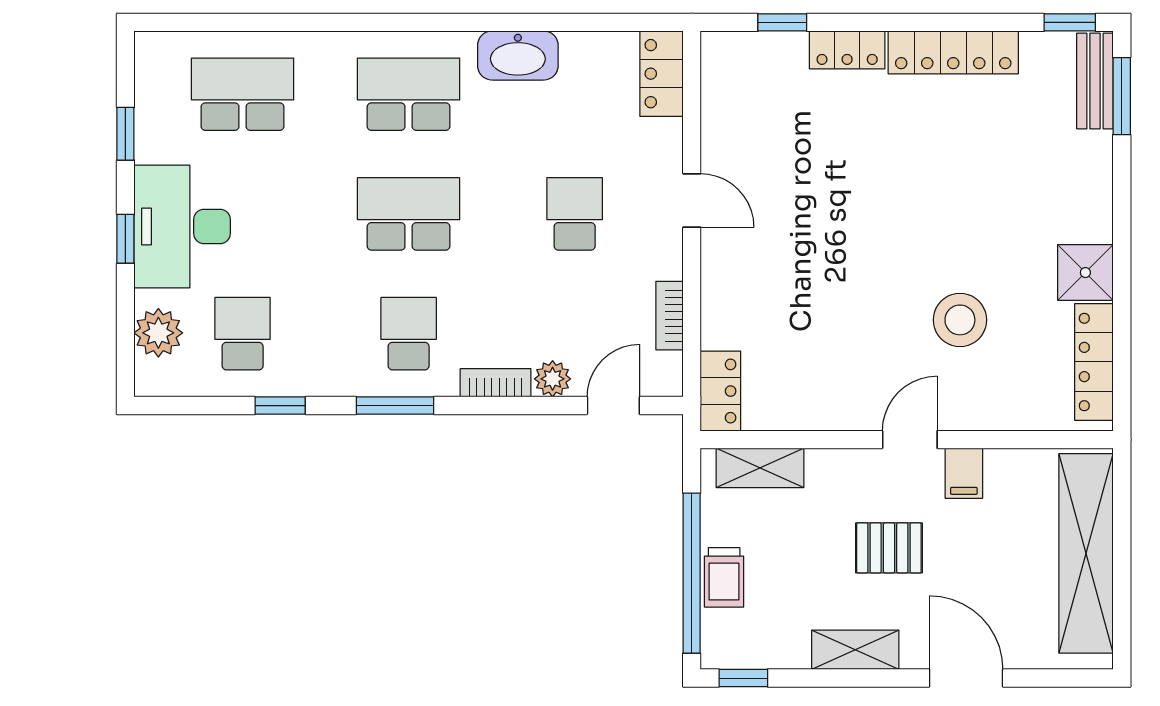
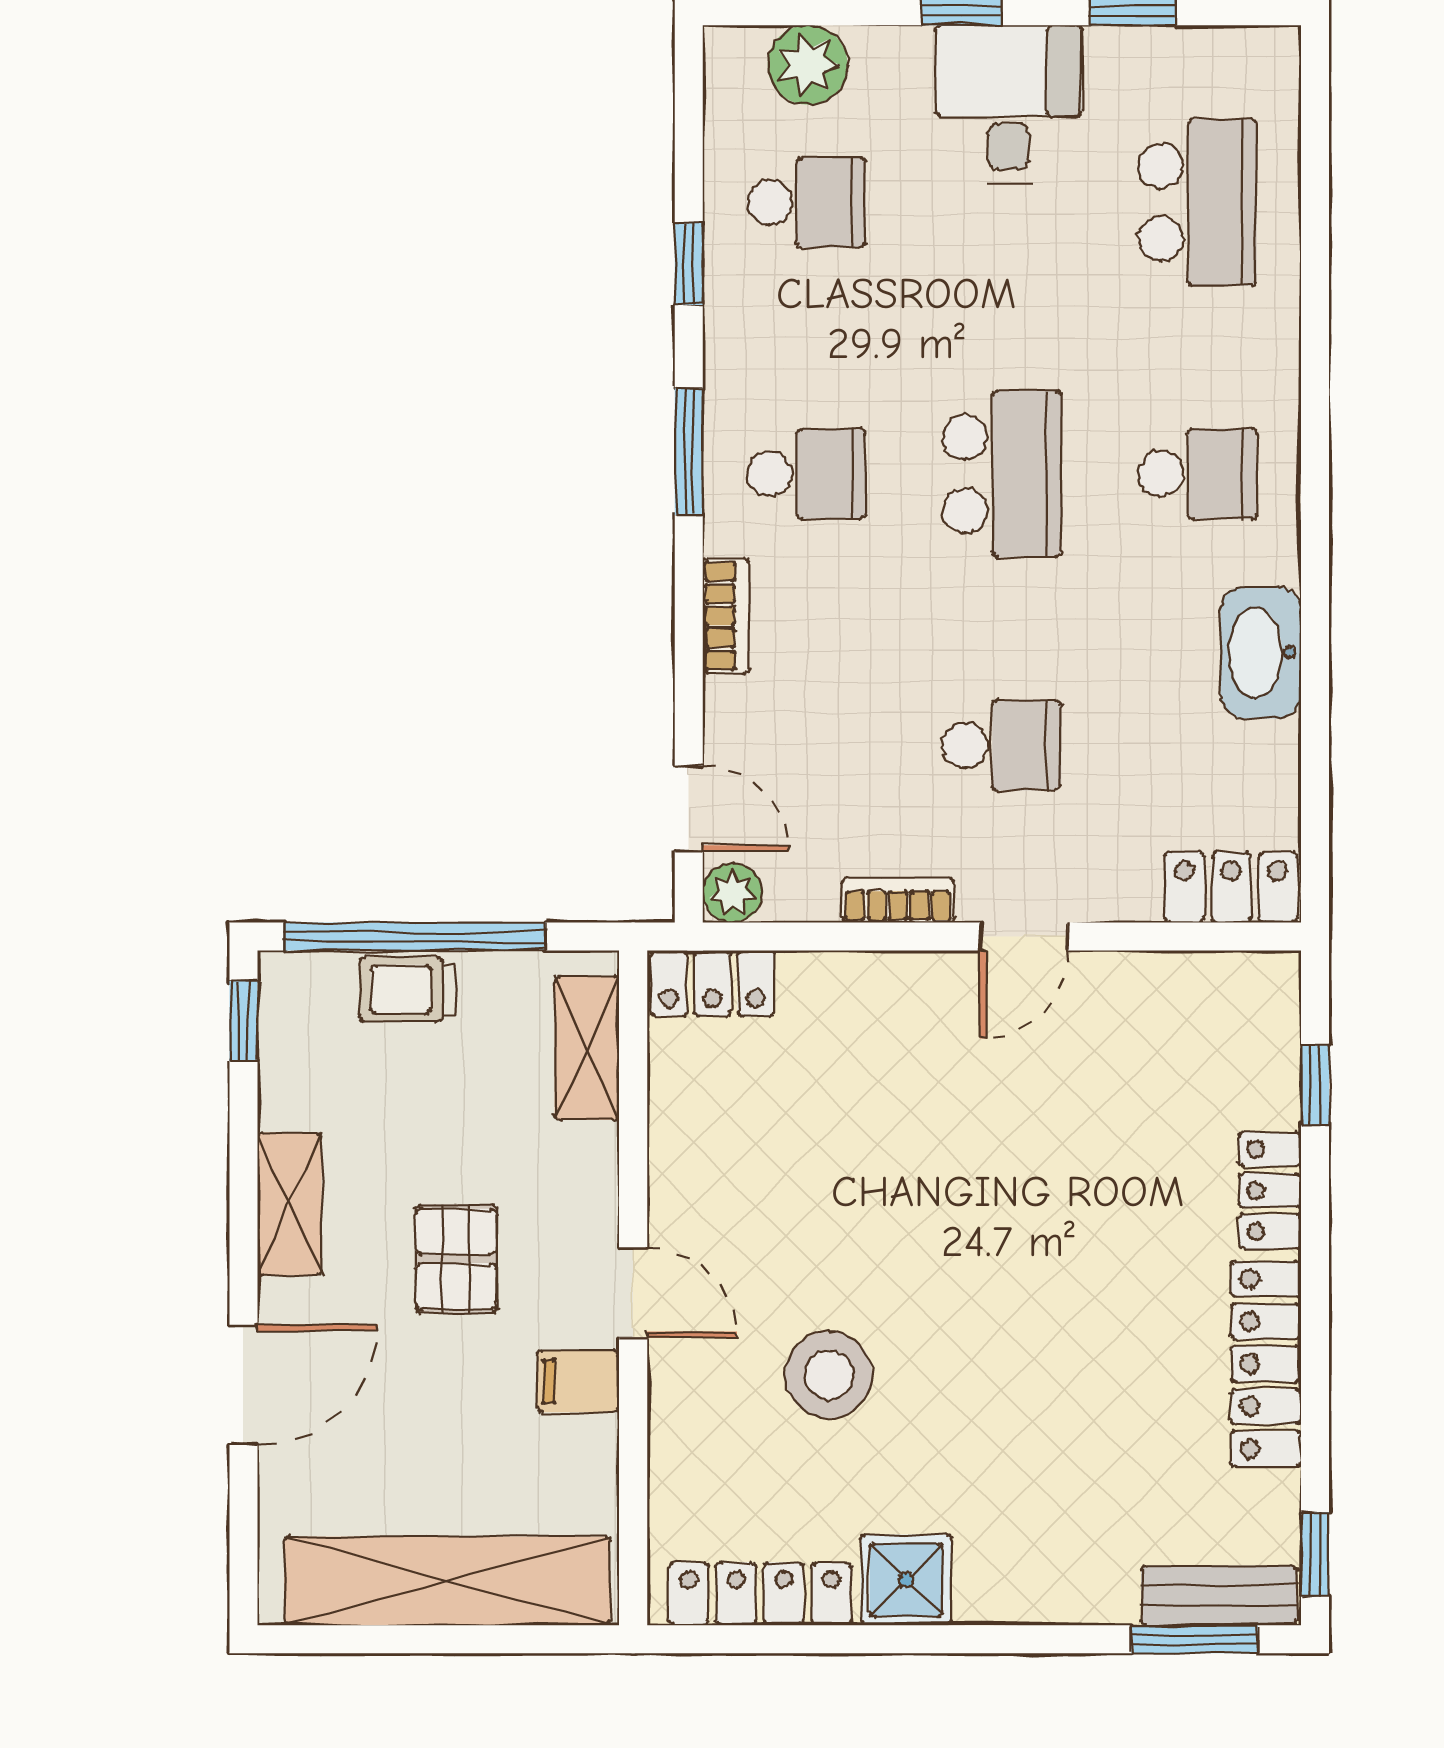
school desk: (409, 94) -> (1198, 474), width x0.54
desk: (182, 226) -> (1009, 104), width x0.73
bookcase: (669, 316) -> (898, 900), moved
plant: (553, 379) -> (732, 893), moved

